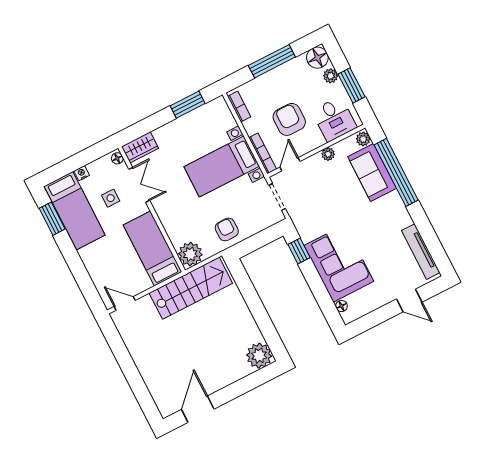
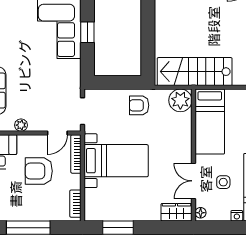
armchair: (289, 119) -> (39, 171), turned 90
armchair: (227, 230) -> (139, 105), turned 90
window: (299, 251) -> (87, 32), moved

